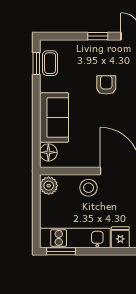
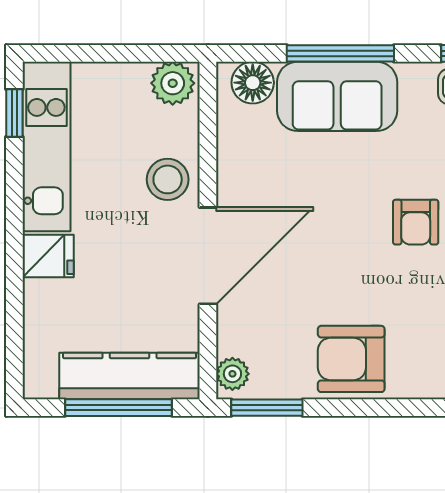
armchair: (106, 85) -> (416, 222), turned 90
window: (36, 116) -> (340, 53), added
window: (61, 251) -> (14, 113), width x0.67

